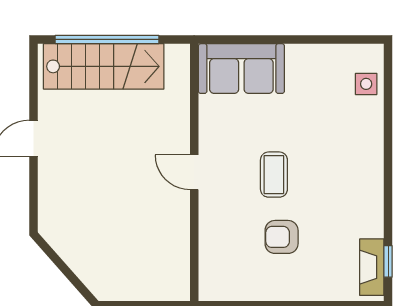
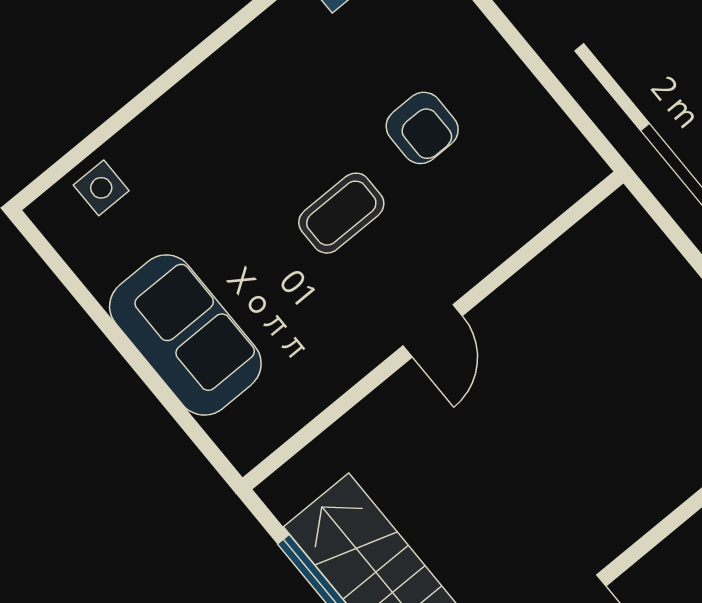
sofa: (241, 69) -> (185, 335), moved

